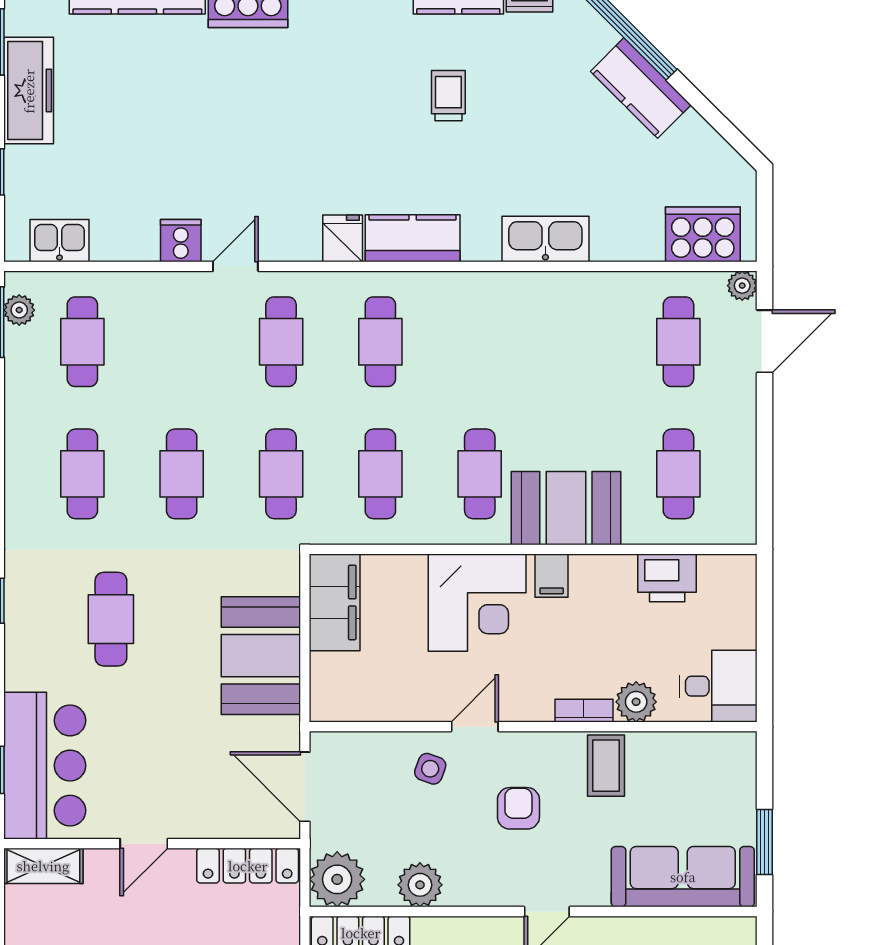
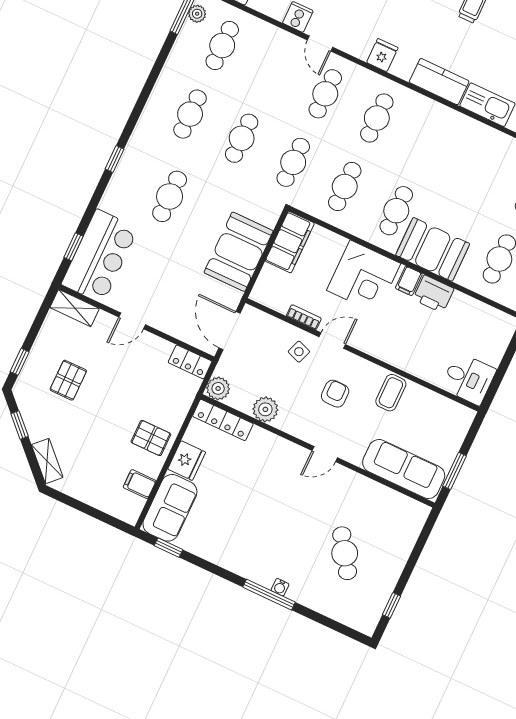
kitchen counter: (413, 238) -> (439, 82), moved
door: (235, 266) -> (320, 44), swing flipped
printer: (667, 578) -> (433, 294), moved
plant: (636, 702) -> (422, 367), removed
bookcase: (584, 711) -> (304, 317), moved
locker: (248, 866) -> (190, 362), width x0.66
plant: (337, 879) -> (218, 388), width x0.73, depth x0.73

